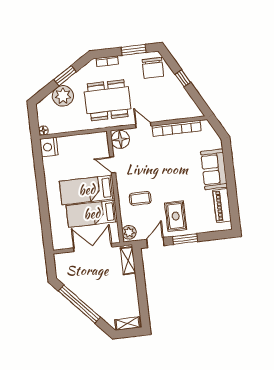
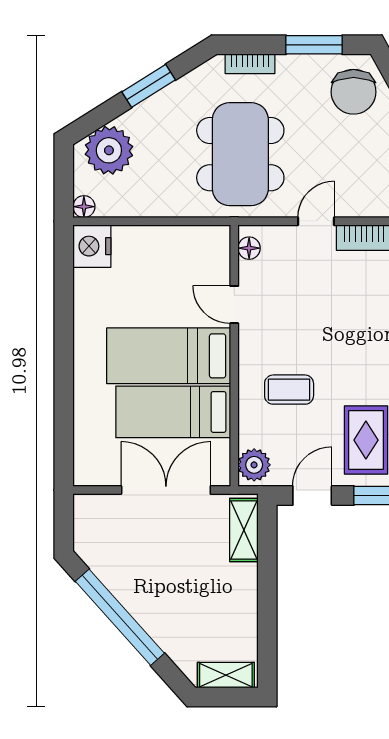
plant: (63, 96) -> (109, 150), moved
dining table: (108, 100) -> (240, 154), turned 90
door: (143, 125) -> (316, 221), hinge flipped
floor lamp: (120, 139) -> (249, 248), width x0.53, depth x0.53

